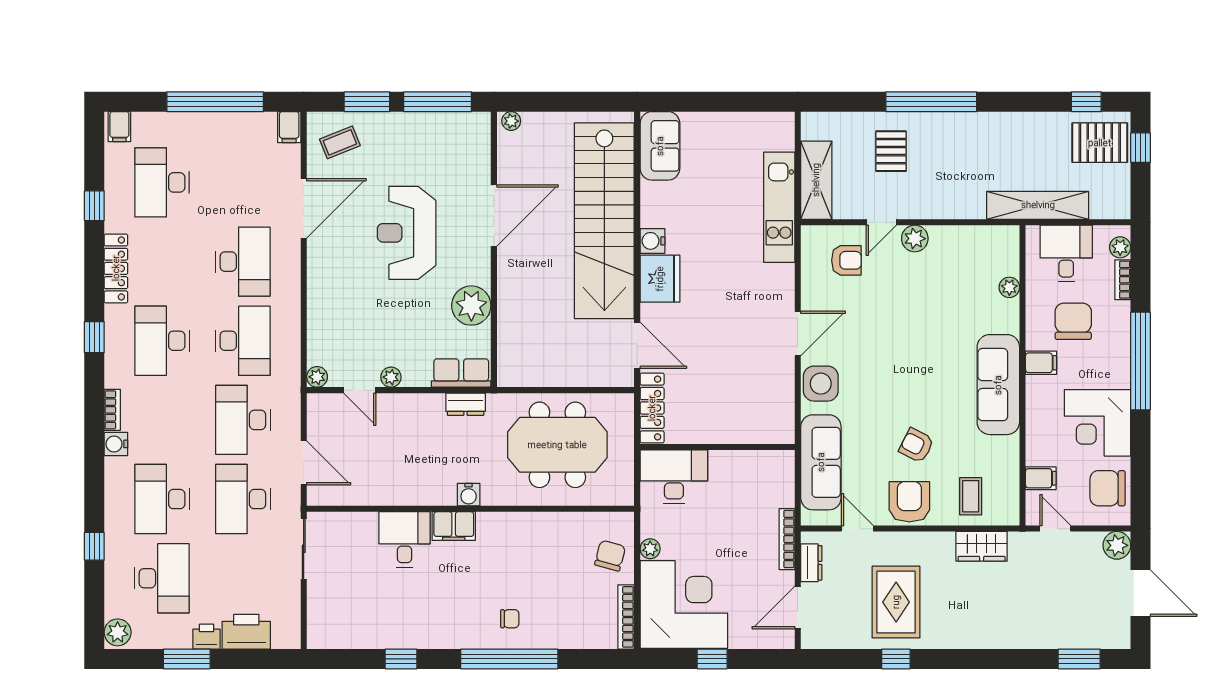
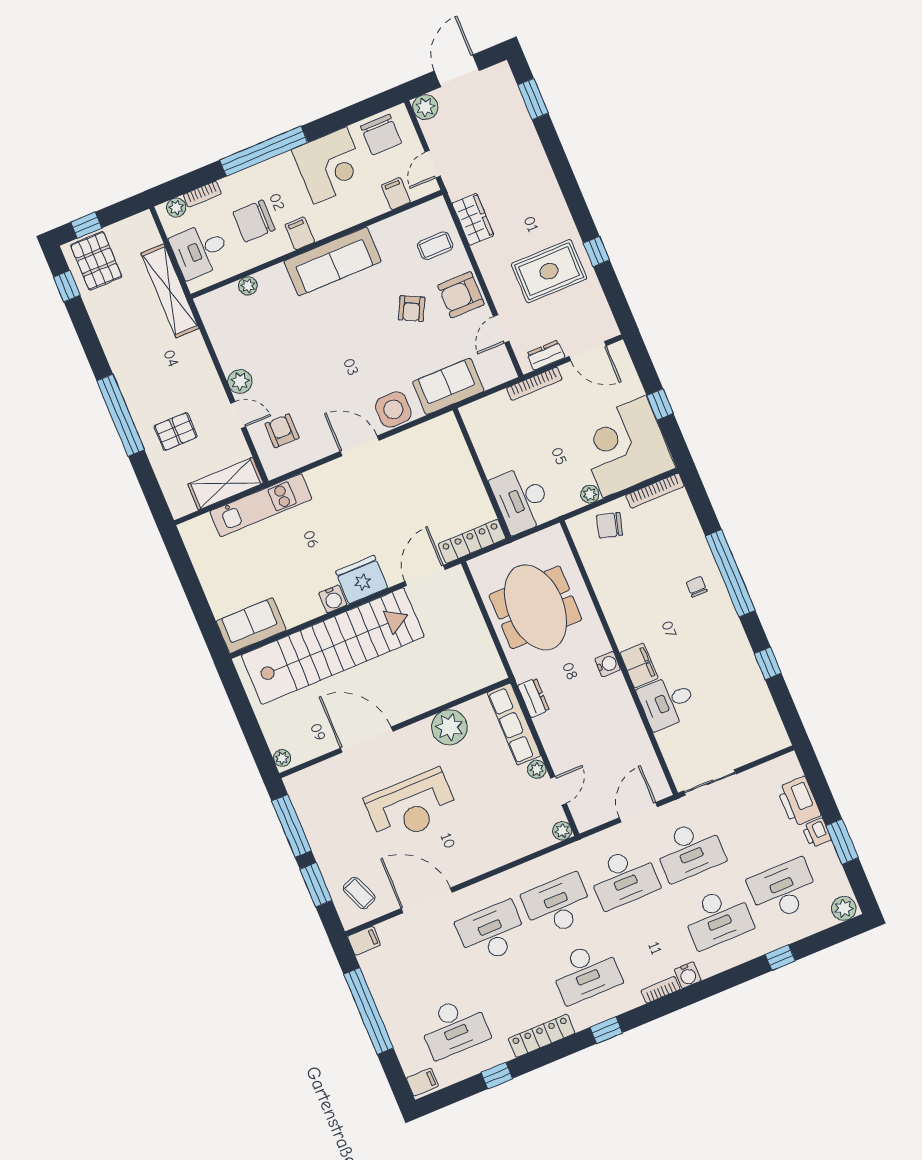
row of seats: (461, 373) -> (514, 724), width x1.48
sofa: (821, 462) -> (448, 386), width x0.73

